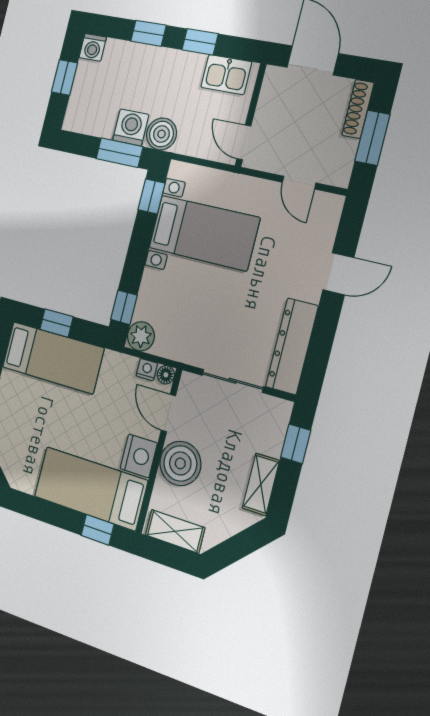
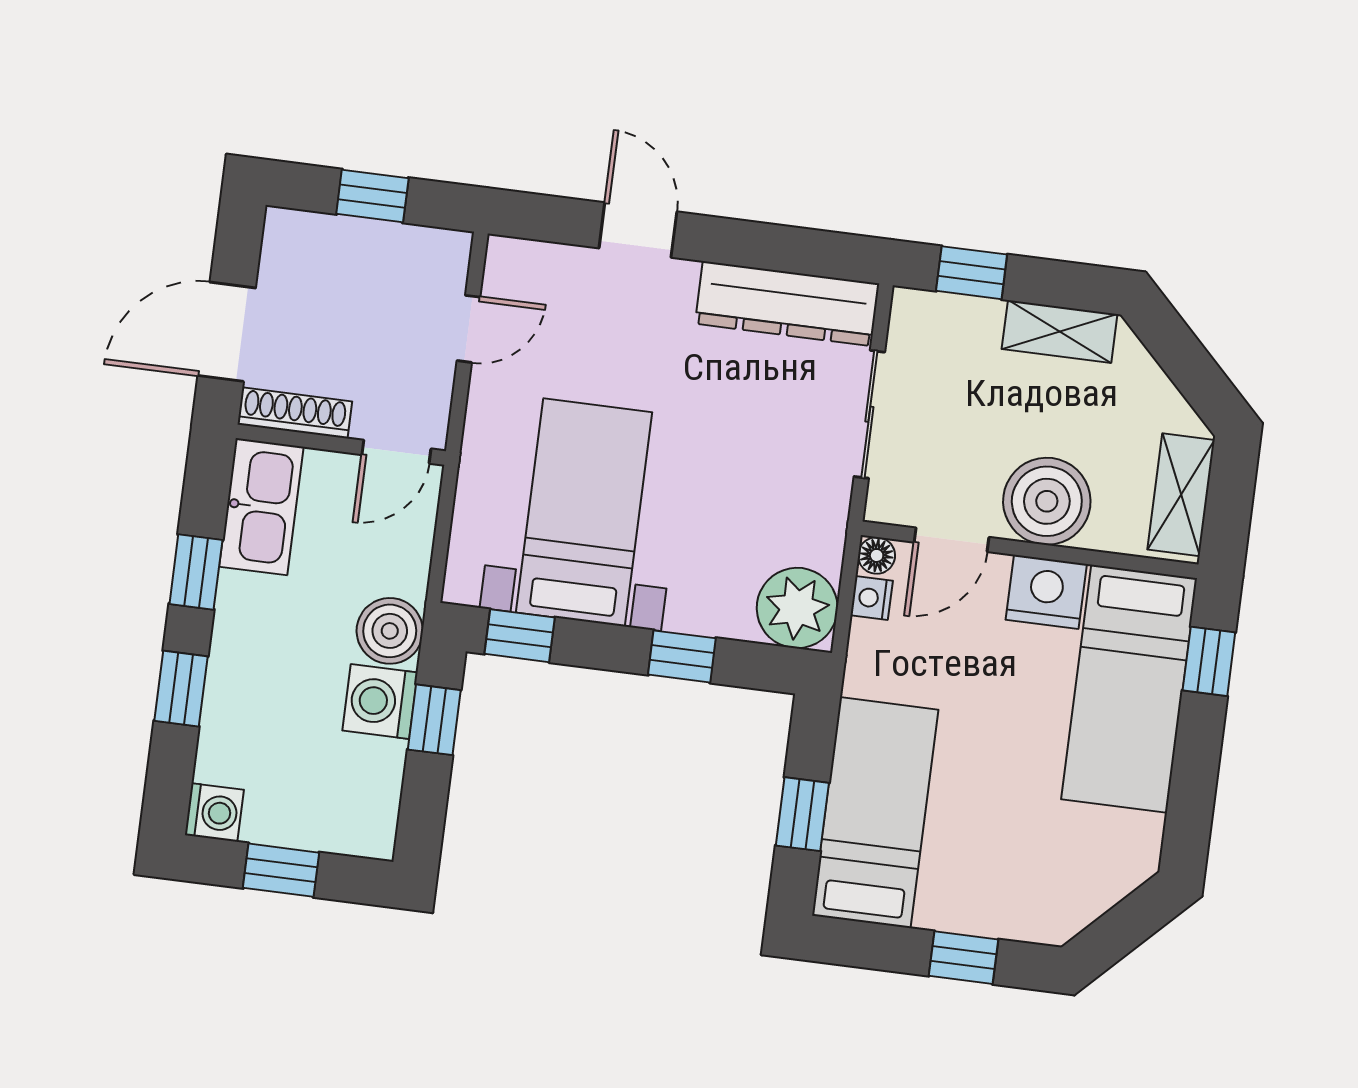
kitchen sink: (226, 75) -> (261, 507), width x1.38
shoe rack: (358, 109) -> (295, 413), moved, turned 180
window: (372, 138) -> (372, 196), width x0.67
window: (119, 153) -> (434, 720), width x0.67
window: (124, 307) -> (682, 656), moved
plant: (141, 336) -> (797, 608), width x1.36, depth x1.36

